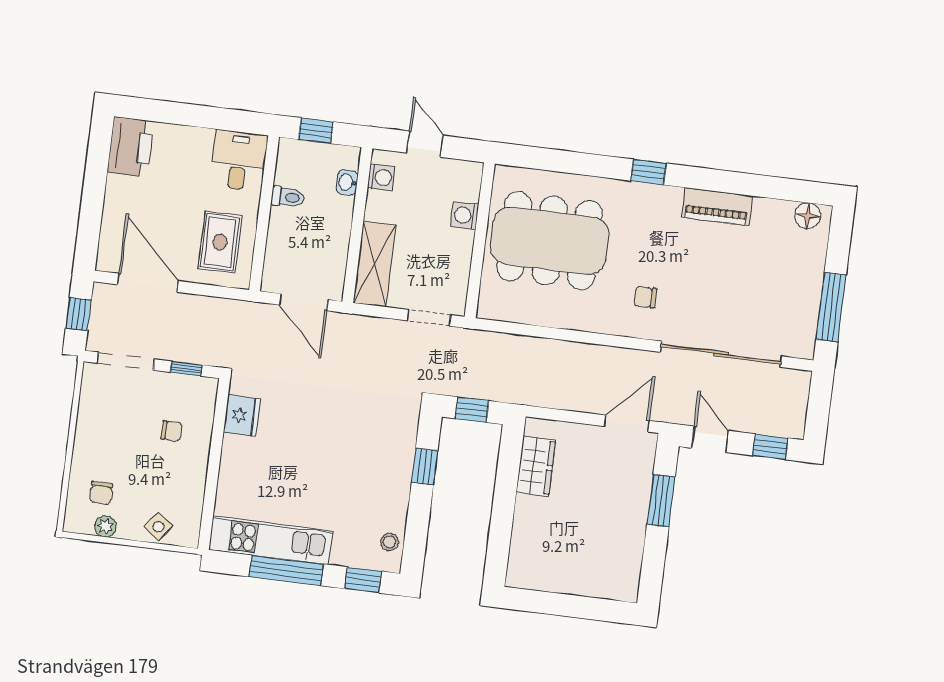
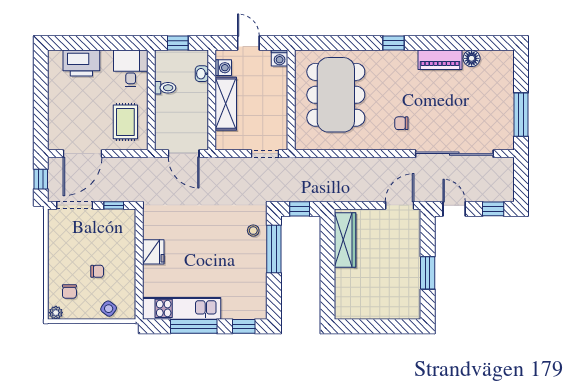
printer: (131, 147) -> (81, 63), moved, turned 90
washing machine: (465, 215) -> (280, 58), moved, turned -90
floor lamp: (808, 216) -> (472, 58), moved
dining table: (550, 241) -> (336, 95), turned 90
shelving: (374, 264) -> (226, 104), moved
door: (148, 283) -> (82, 154), swing flipped
fridge: (242, 416) -> (153, 252), moved
chair: (171, 431) -> (97, 271), moved
wardrobe: (536, 466) -> (345, 240), width x1.50
window: (425, 467) -> (274, 249), width x2.17
window: (661, 500) -> (428, 273), moved
plant: (105, 526) -> (56, 313), moved
stool: (389, 542) -> (253, 231), moved

